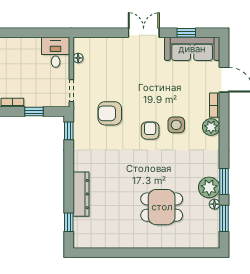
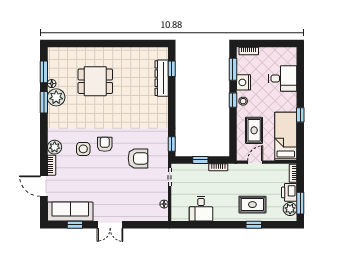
desk: (56, 52) -> (201, 209), moved
armchair: (150, 131) -> (105, 144), turned 180
dresser: (81, 194) -> (162, 78), moved

